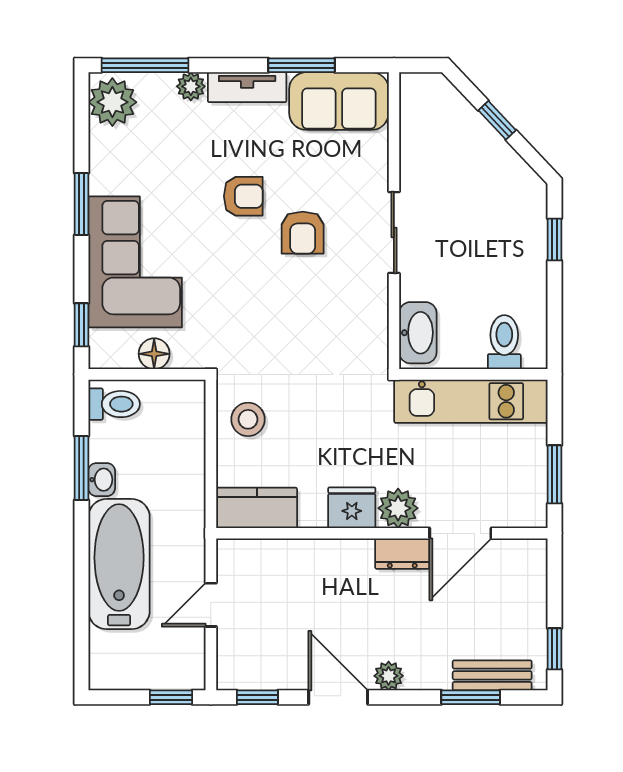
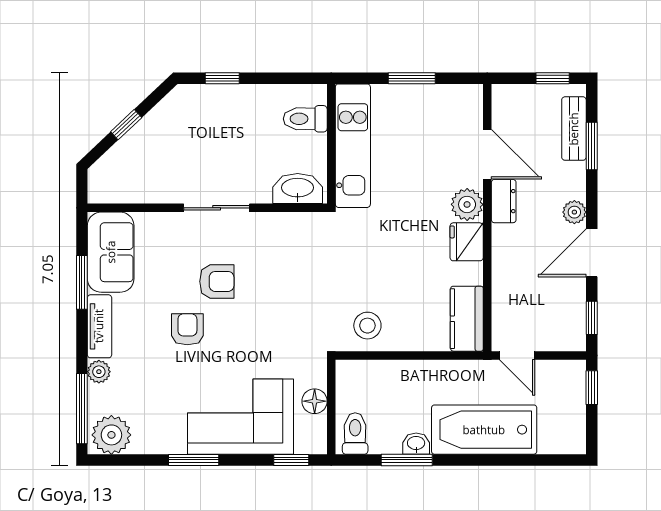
kitchen counter: (257, 508) -> (467, 319), moved
fridge: (352, 508) -> (467, 242), moved
plant: (398, 508) -> (467, 204), moved
wall: (382, 533) -> (487, 218), moved
door: (460, 533) -> (487, 154), moved
dresser: (402, 554) -> (504, 201), moved

